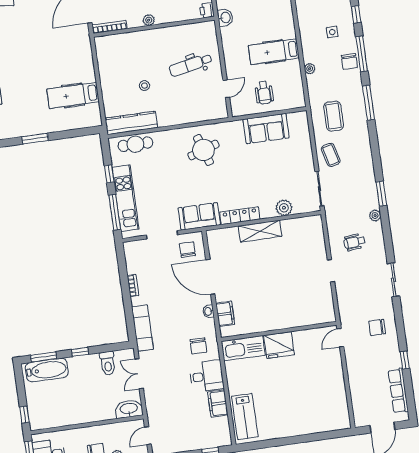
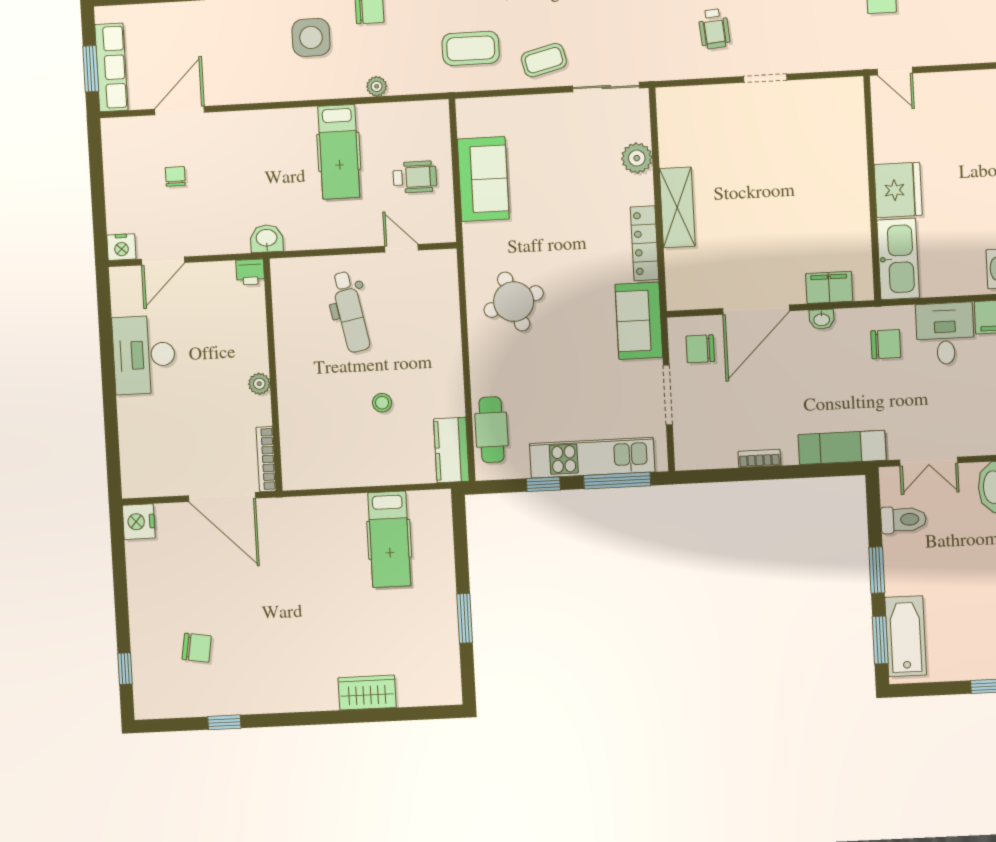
side table: (332, 32) -> (311, 37), width x1.87, depth x1.87
kitchen counter: (131, 123) -> (451, 450), width x0.67
window: (80, 352) -> (877, 570), width x1.50

